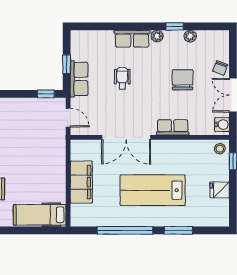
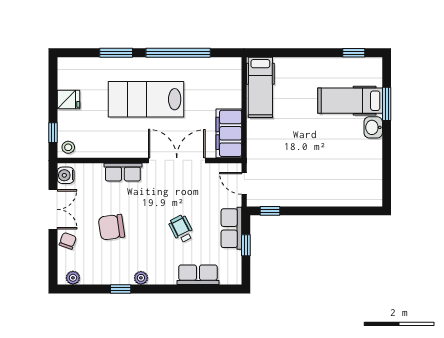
plant: (190, 36) -> (73, 278), moved
row of seats: (132, 39) -> (198, 275), moved
wheelchair: (122, 78) -> (181, 229), turned 153
chair: (183, 80) -> (111, 227), turned 82
filing cabinet: (81, 182) -> (229, 133), moved
lab bench: (153, 190) -> (146, 99), turned 180
hospital bed: (40, 215) -> (260, 87), moved, turned 90

